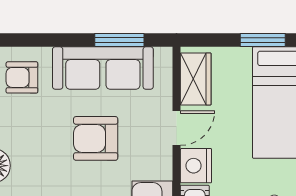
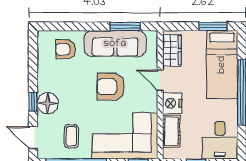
door: (177, 128) -> (160, 80), swing flipped

